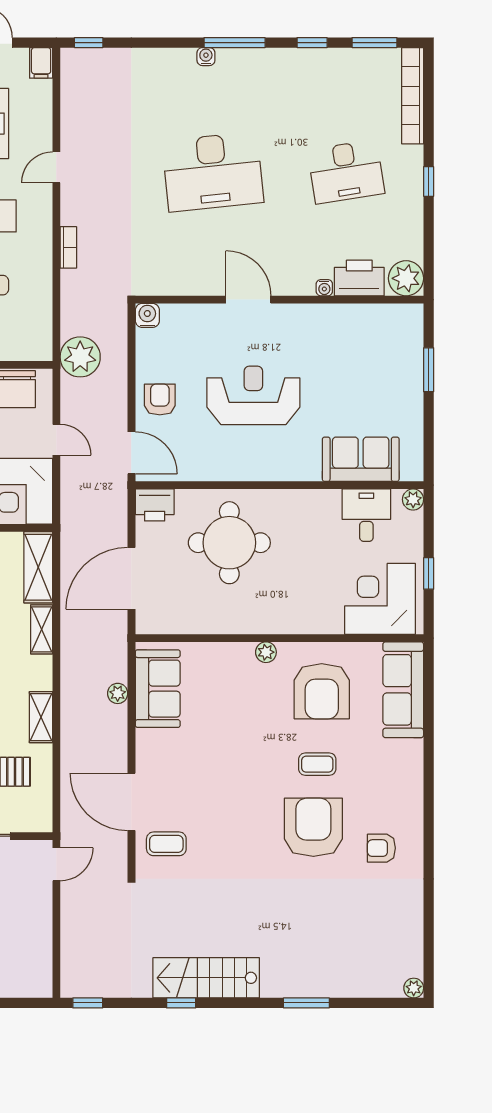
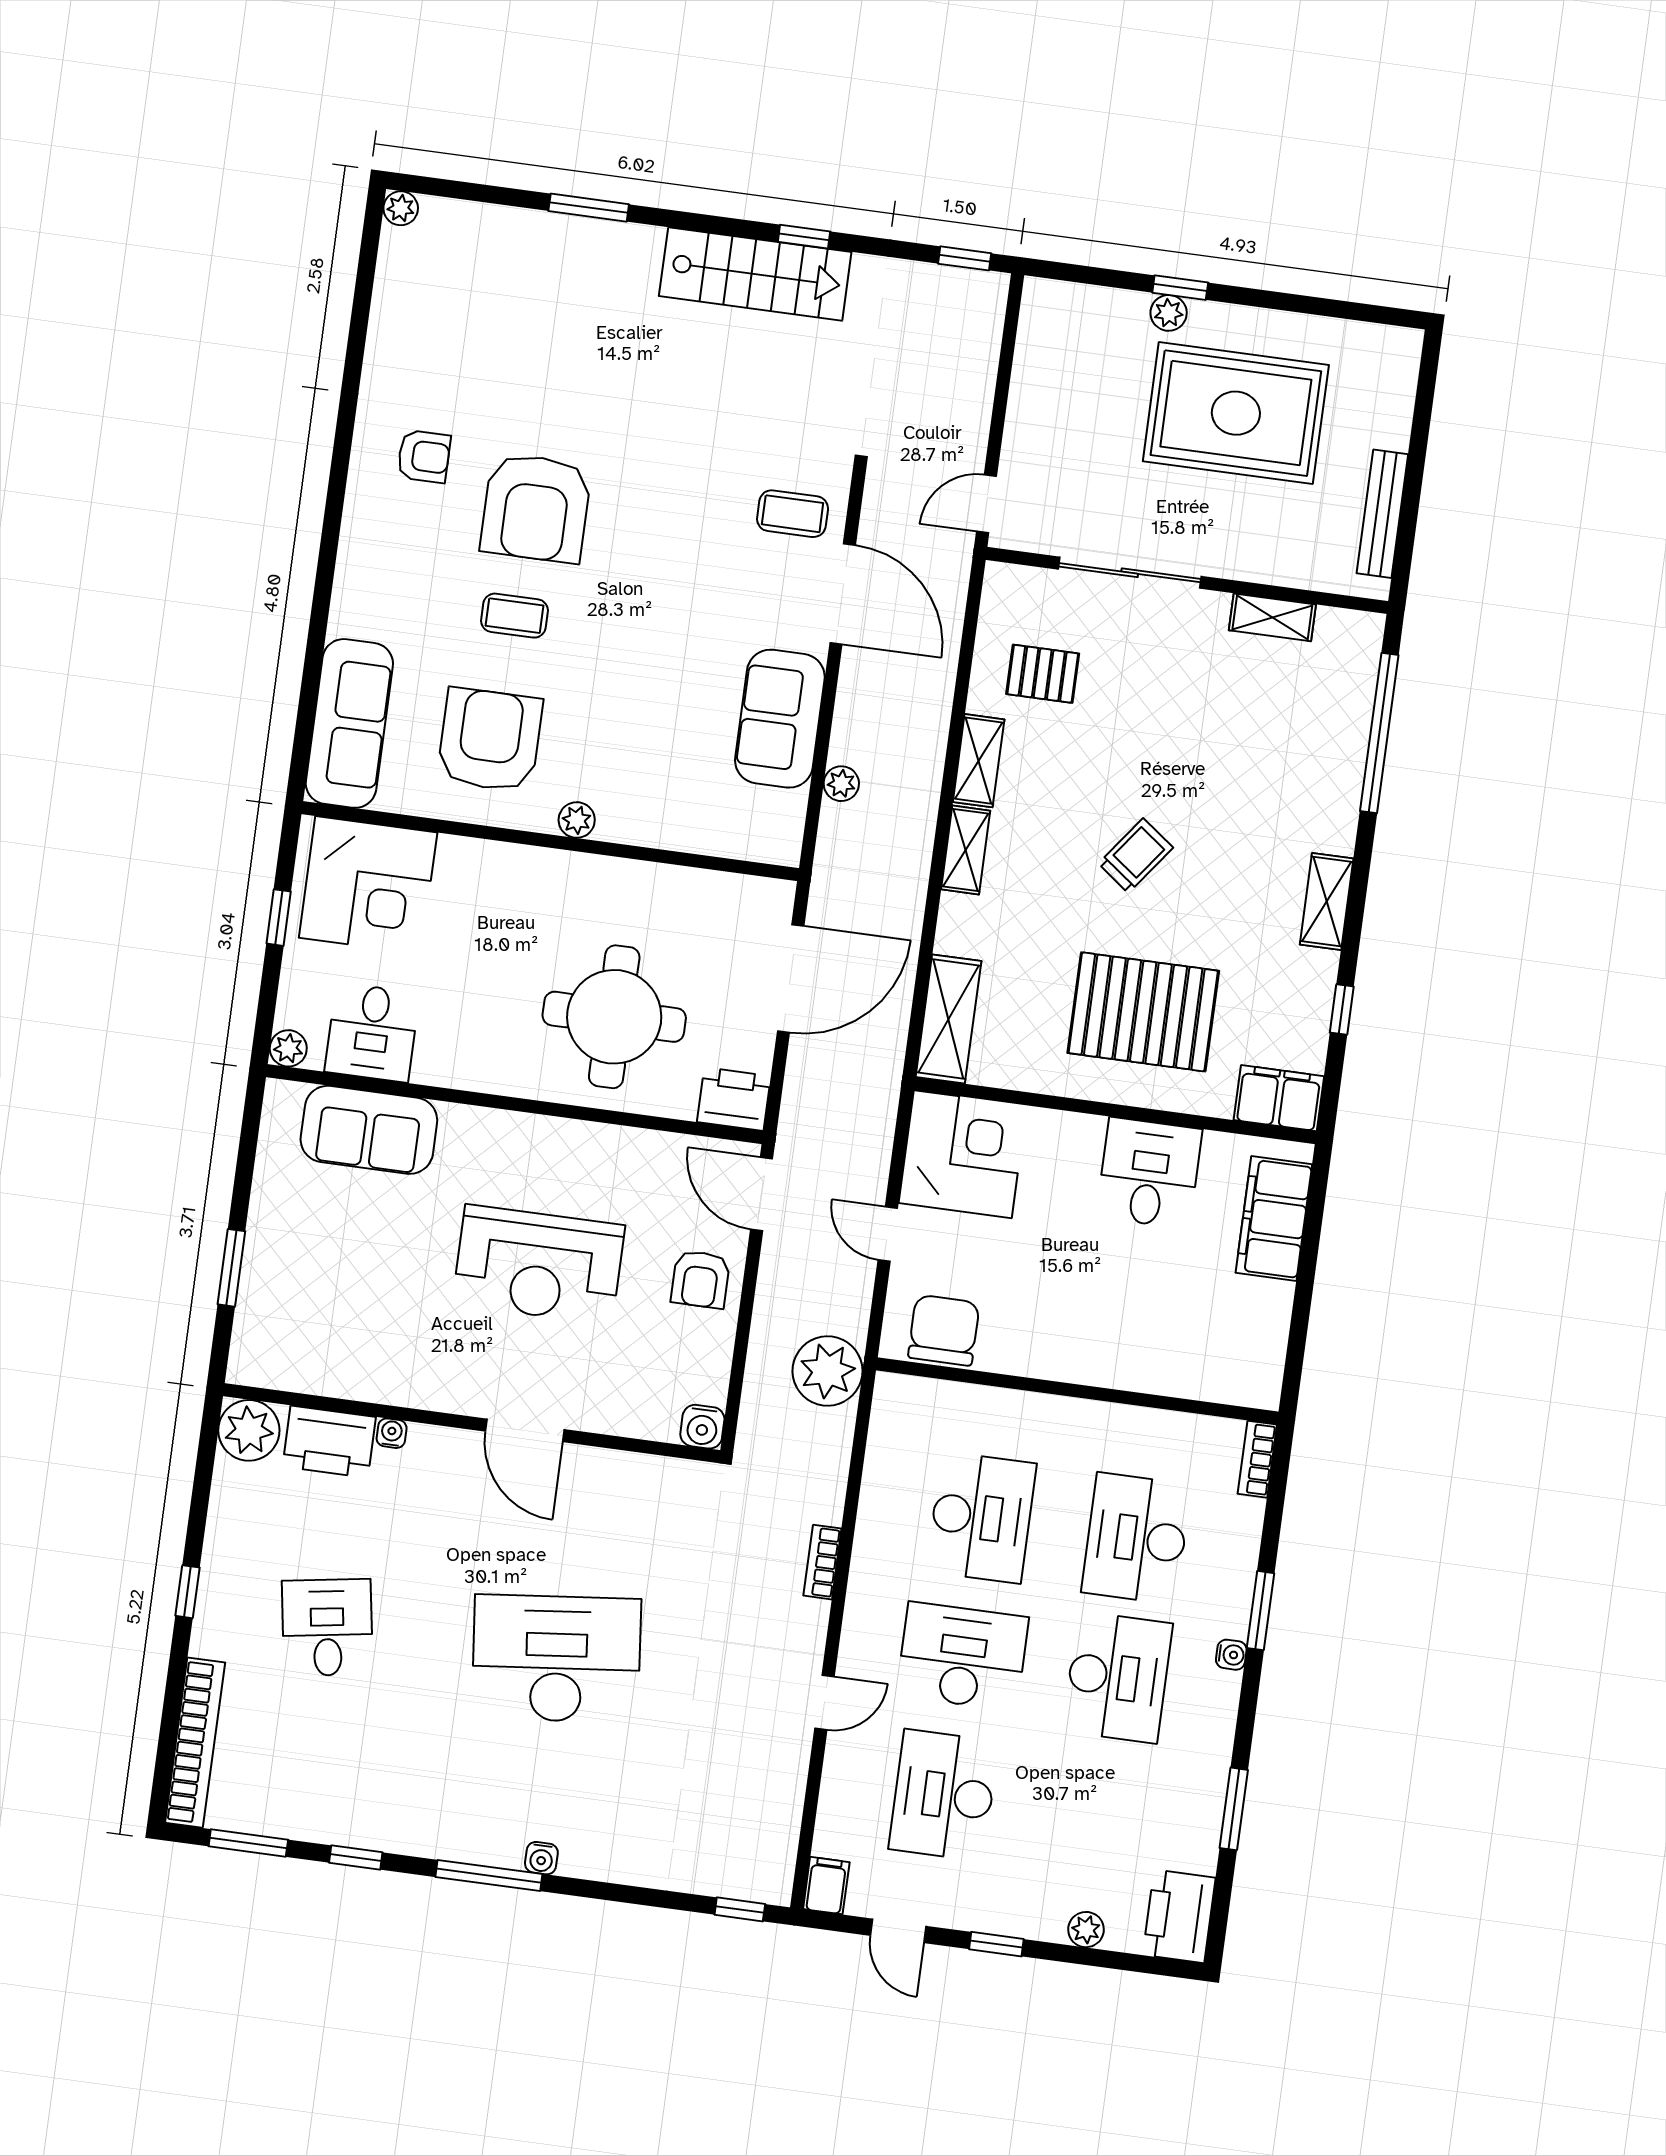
desk: (346, 172) -> (327, 1628), width x0.73
shelving: (42, 629) -> (966, 850), moved
sofa: (158, 689) -> (780, 719), moved

